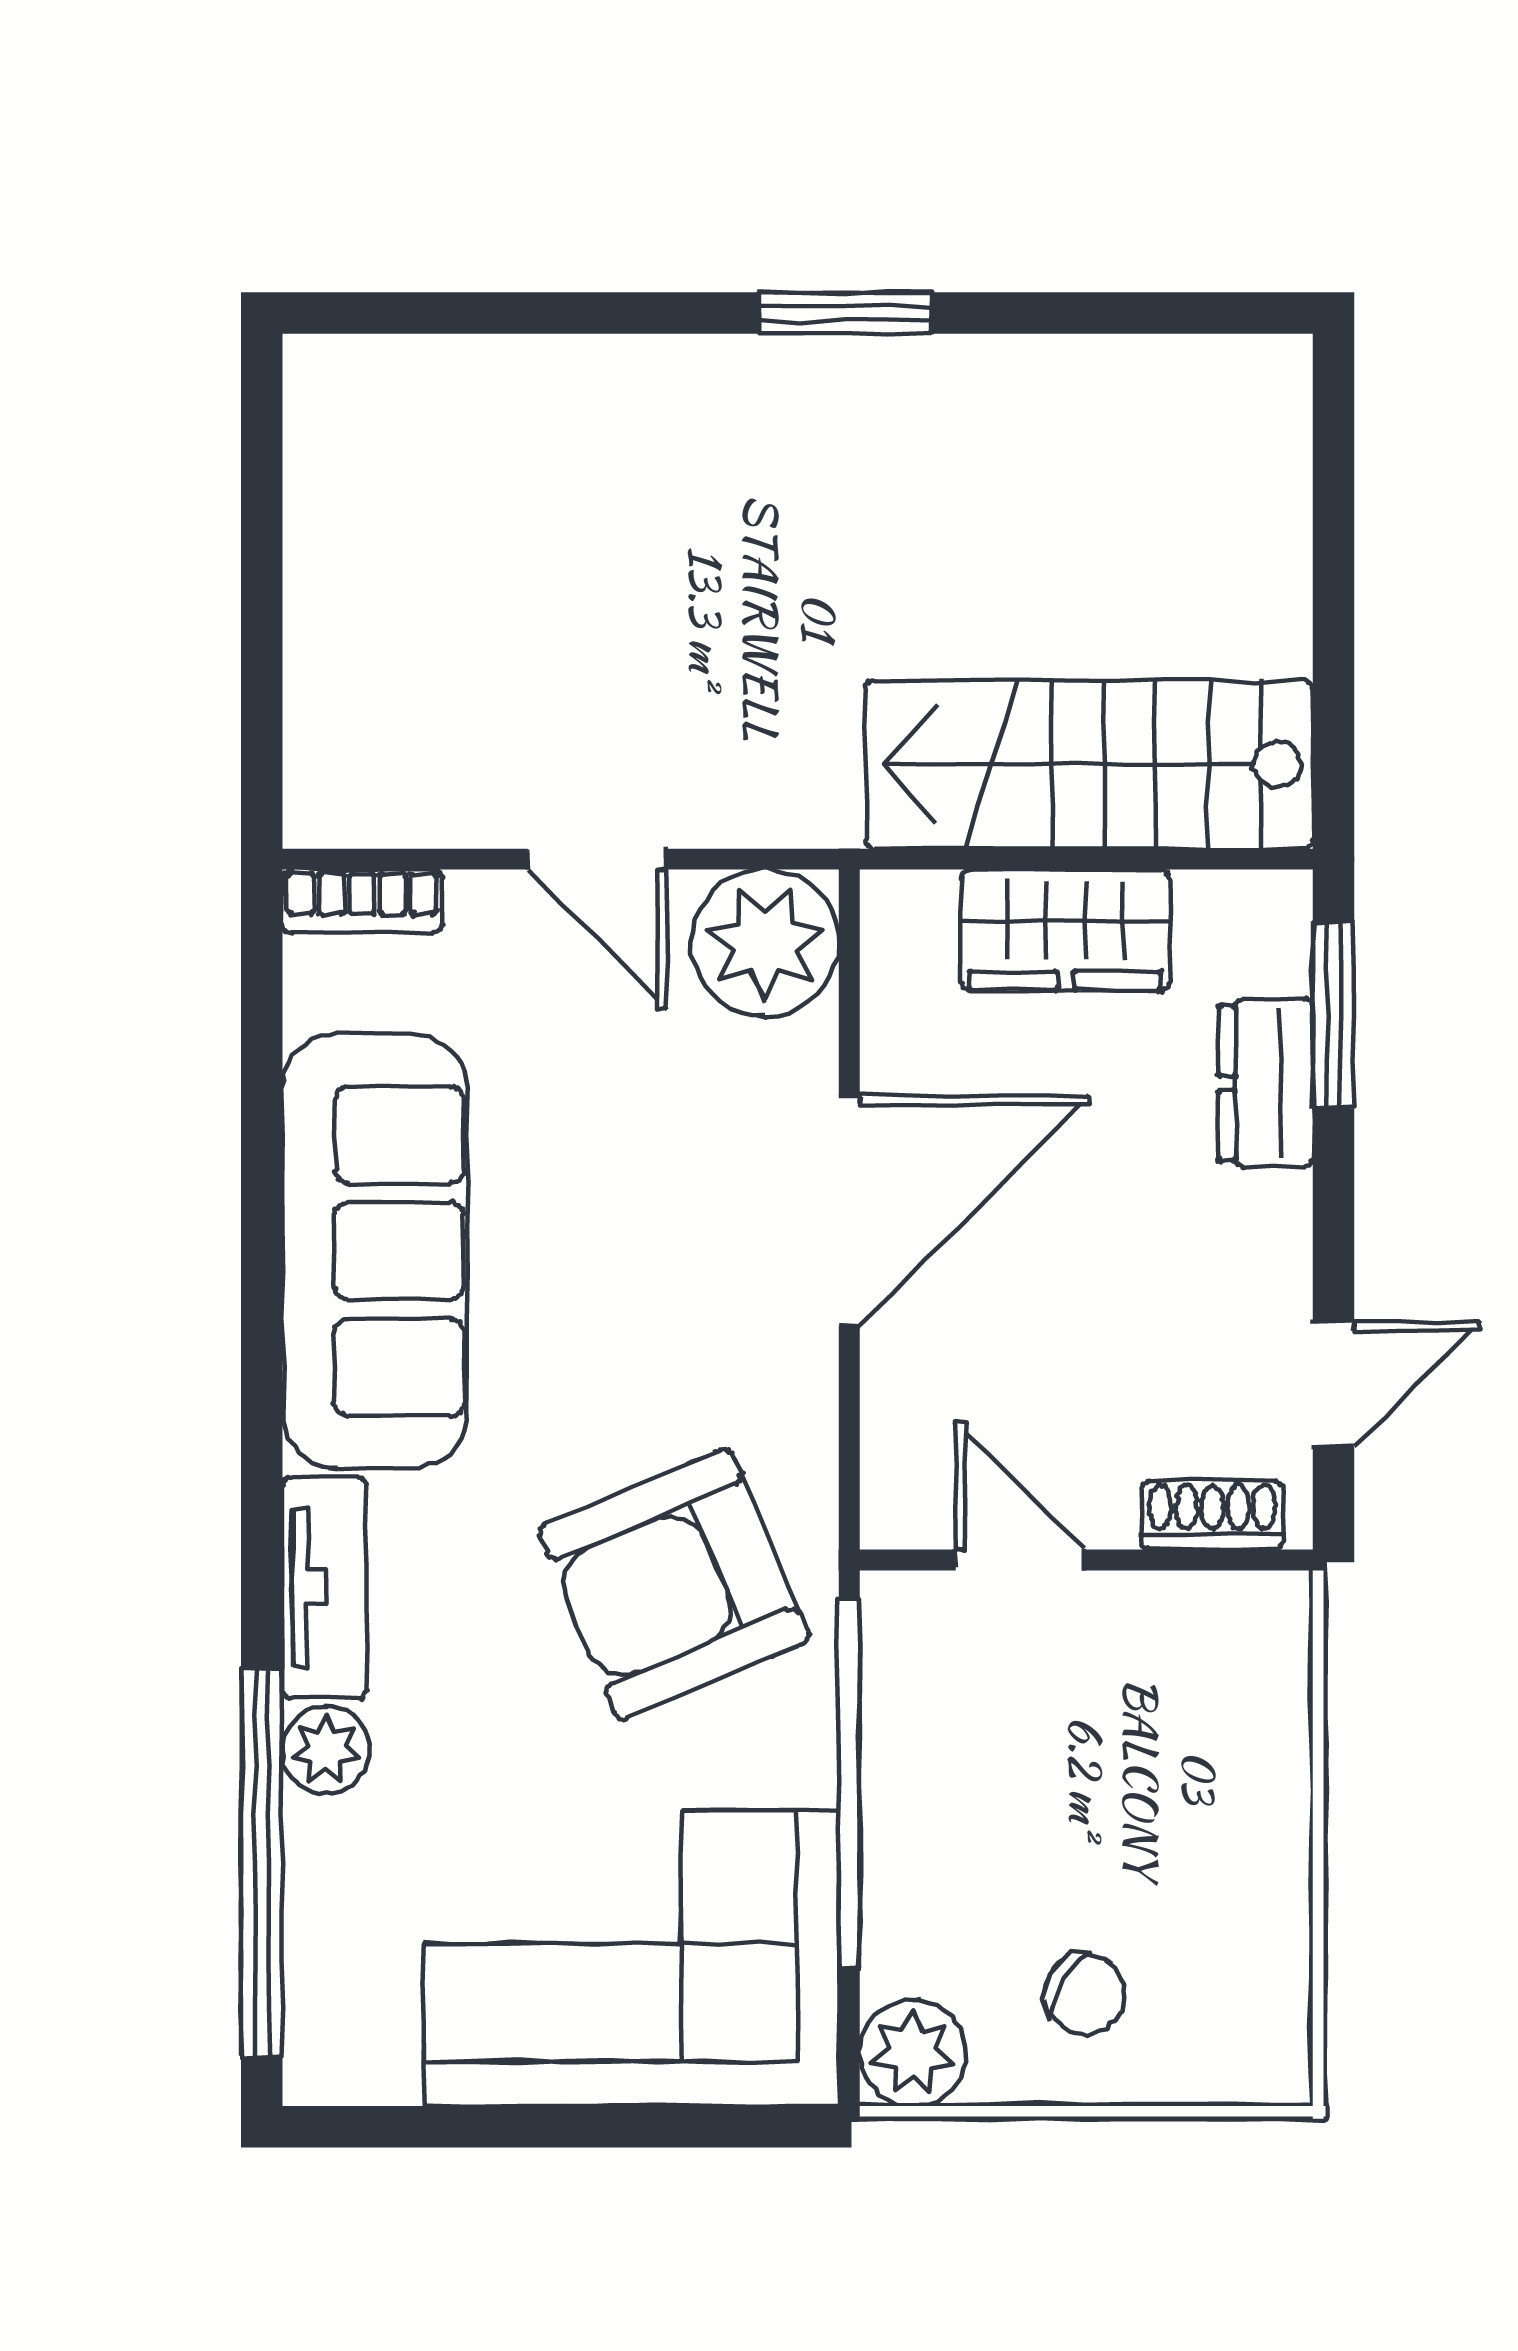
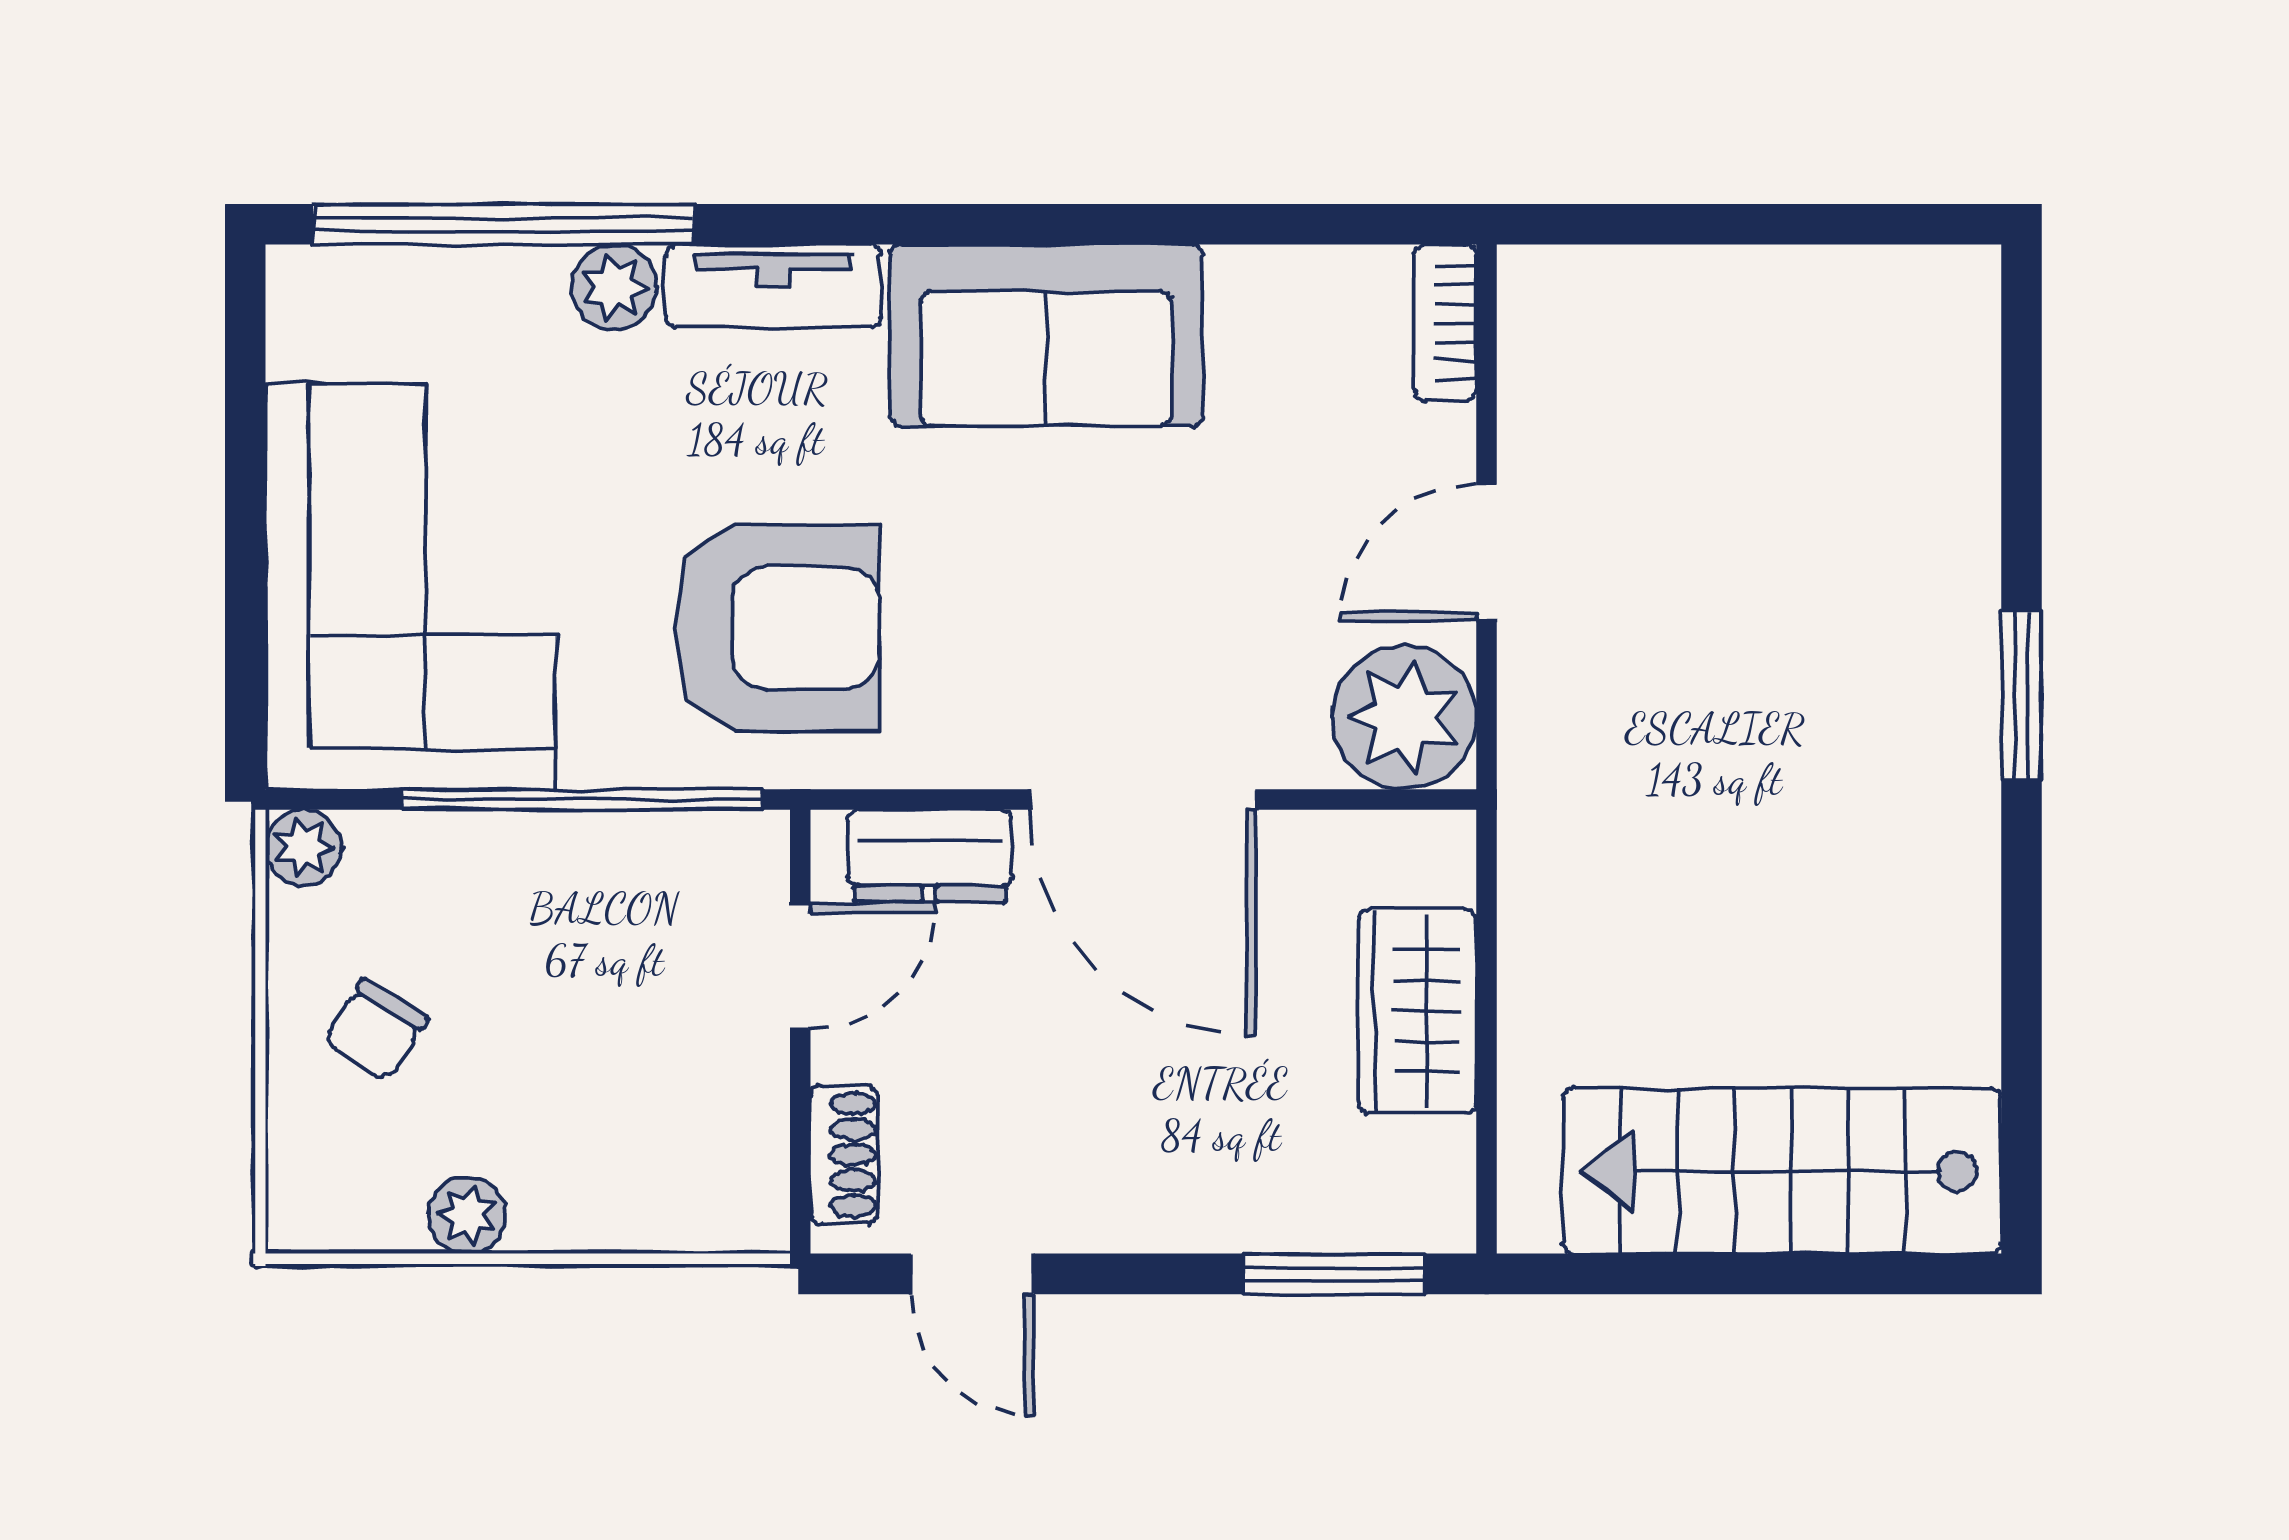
window: (845, 313) -> (2021, 696), moved
stairs: (1089, 764) -> (1782, 1171), moved, turned -90
dresser: (1266, 1083) -> (930, 856), moved, turned 180
sofa: (375, 1251) -> (1046, 335), width x0.73
armchair: (674, 1584) -> (777, 628), turned 113
plant: (1274, 1900) -> (468, 1215), added
plant: (913, 2053) -> (303, 848), width x0.73, depth x0.73

